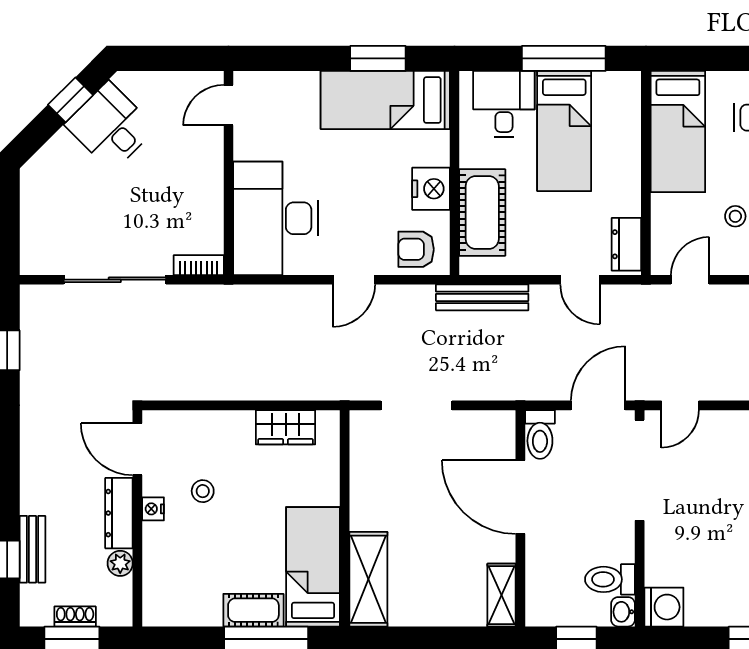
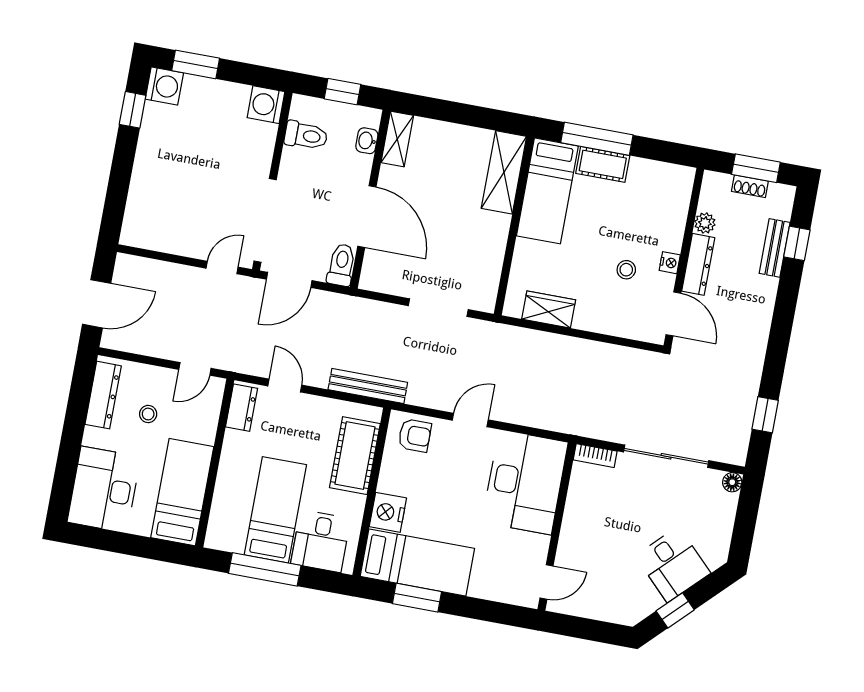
desk: (110, 126) -> (673, 564), moved
nightstand: (431, 189) -> (388, 512), moved
floor lamp: (31, 264) -> (732, 482), added
washbasin: (623, 612) -> (367, 141), moved, turned 180

